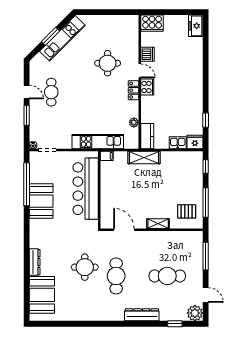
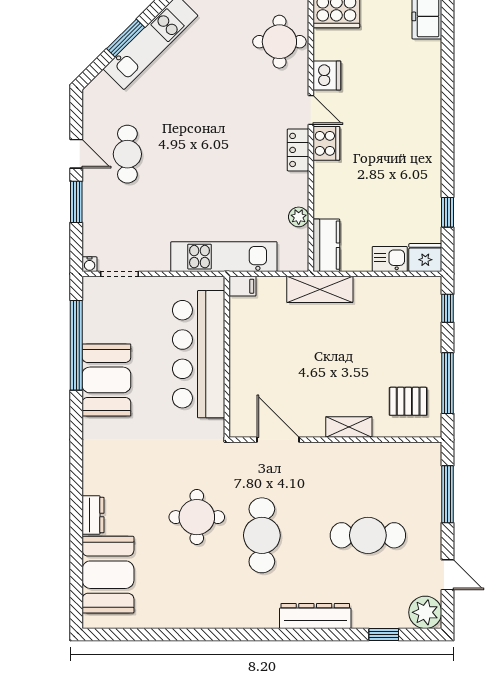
round table: (108, 63) -> (279, 42), moved
dresser: (35, 262) -> (93, 515), width x0.70

